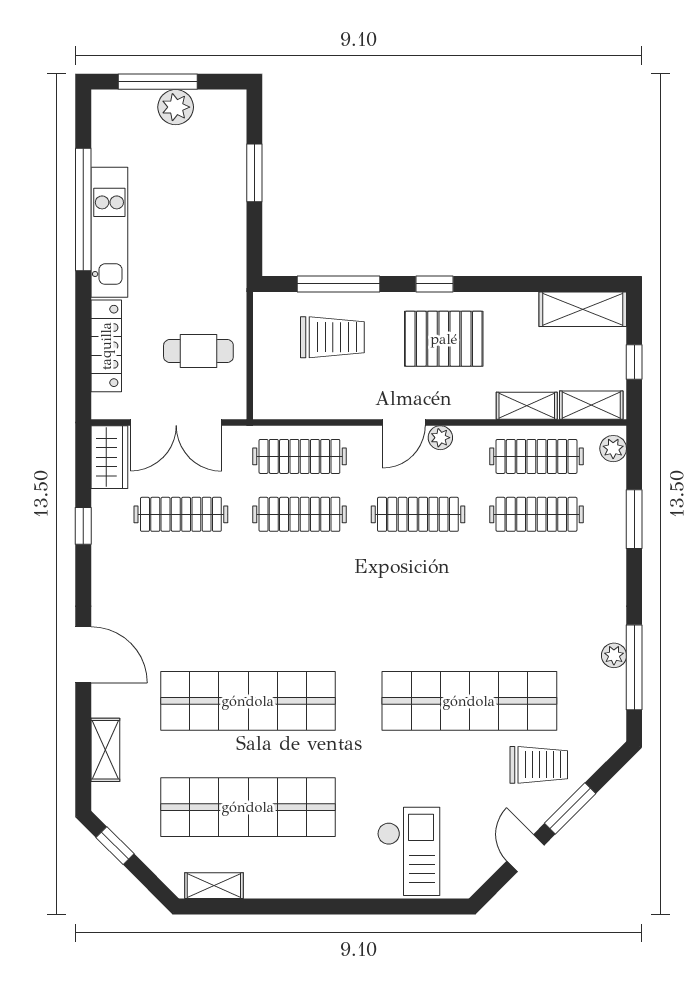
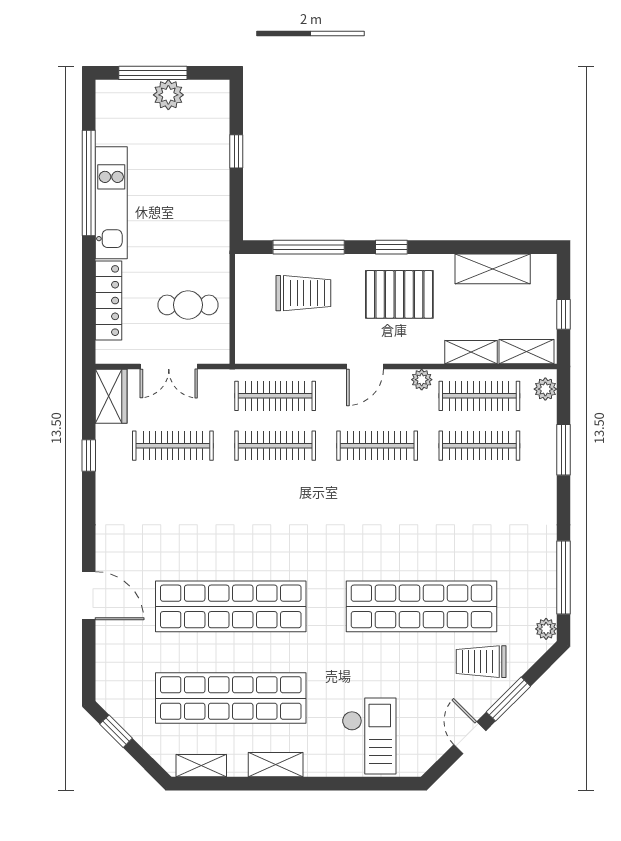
window: (254, 173) -> (236, 151), width x0.67
shelving: (583, 309) -> (493, 269), moved
double door: (176, 422) -> (169, 367), width x0.73
plant: (440, 438) -> (422, 380), moved
door: (83, 655) -> (89, 596), moved
plant: (614, 655) -> (546, 629), moved
shelving: (105, 750) -> (276, 765), moved, turned 90
trolley: (539, 765) -> (481, 662), turned 180

